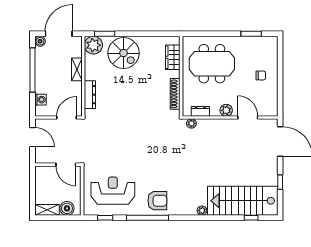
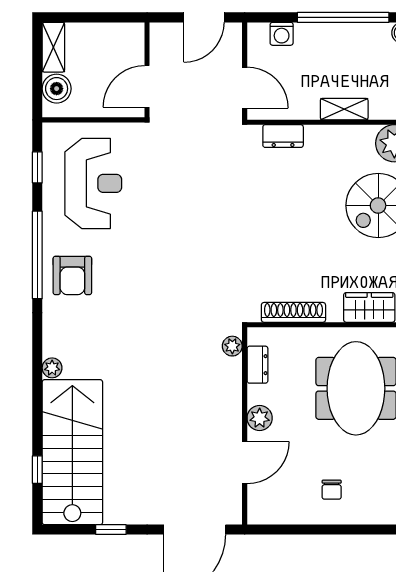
dresser: (90, 95) -> (283, 136), width x0.70

